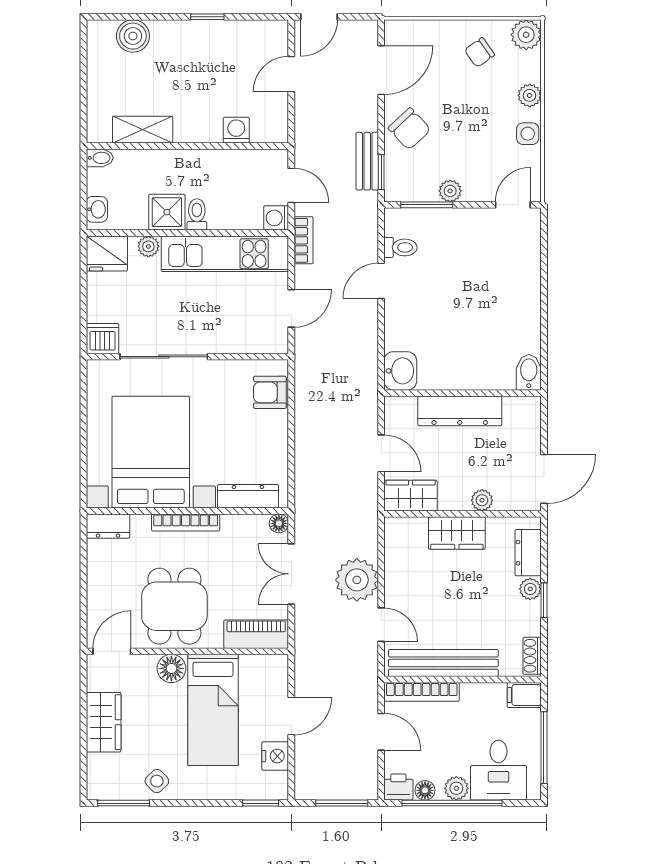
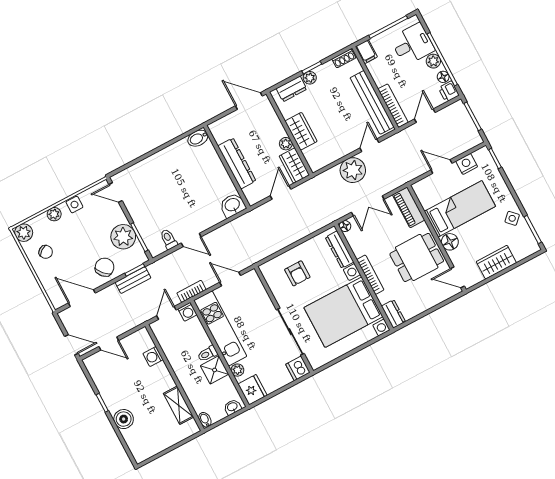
boiler: (133, 36) -> (124, 419), moved
plant: (450, 191) -> (123, 237), width x1.88, depth x1.88
armchair: (270, 392) -> (297, 273), moved
plant: (482, 500) -> (286, 144), moved

